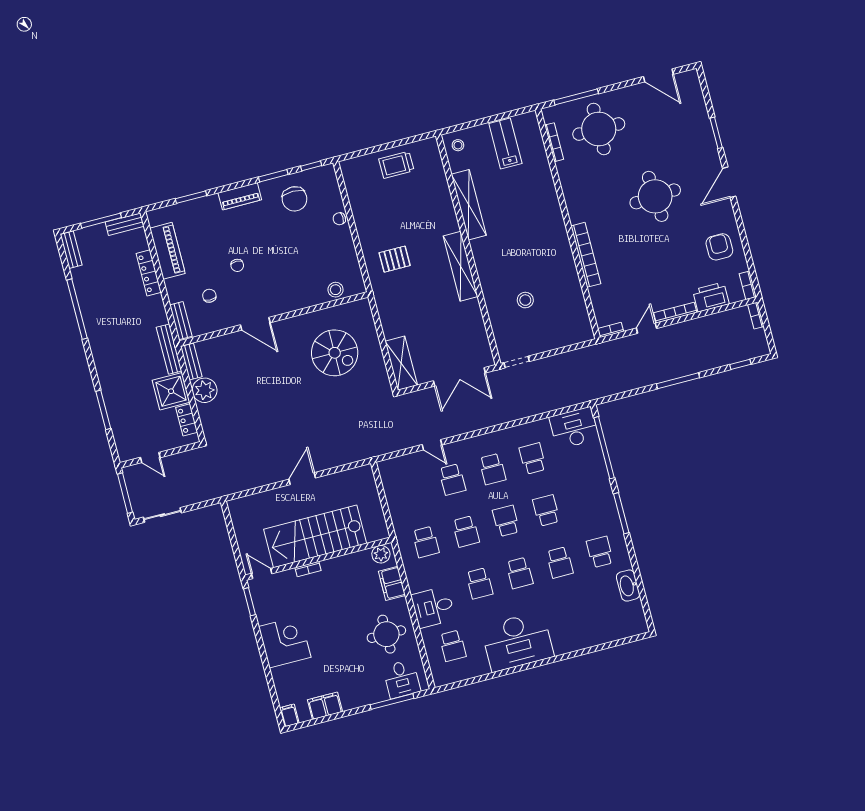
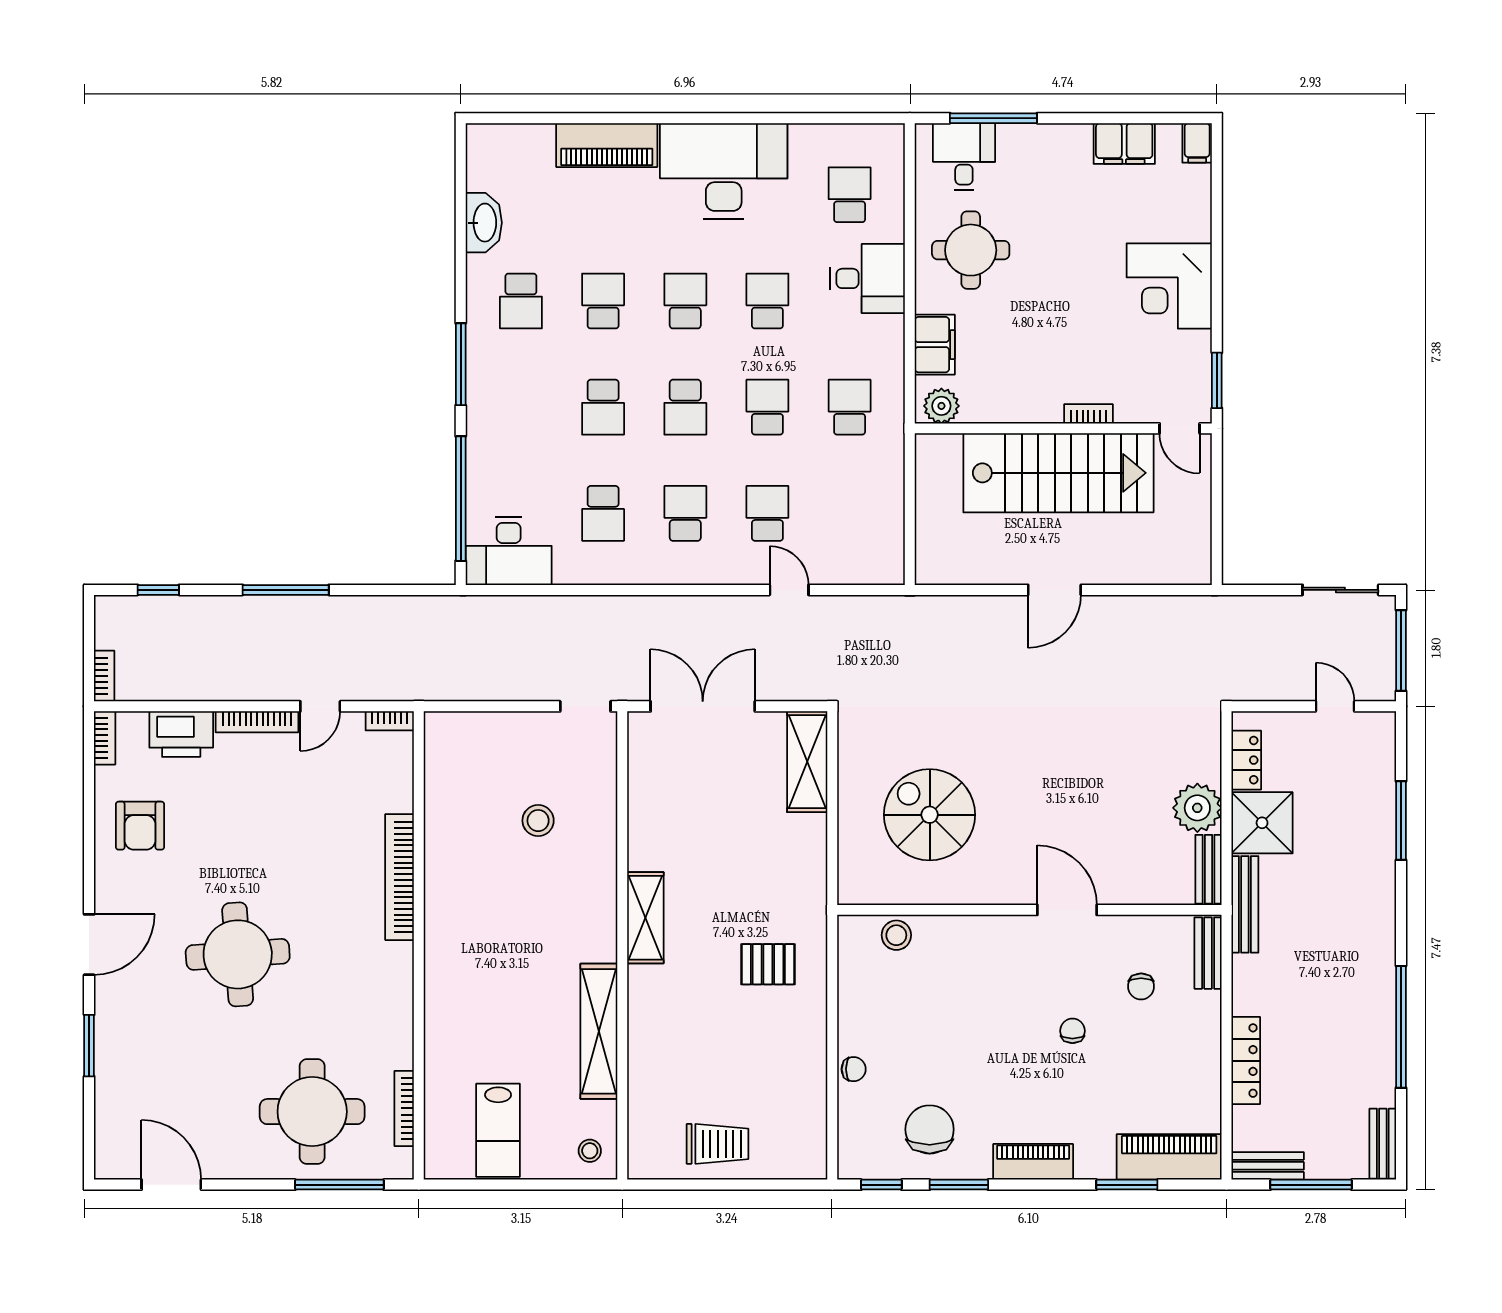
piano: (167, 251) -> (1169, 1157), moved, turned 90
shelving: (460, 266) -> (645, 918), width x0.68
piano: (578, 639) -> (607, 145), added

